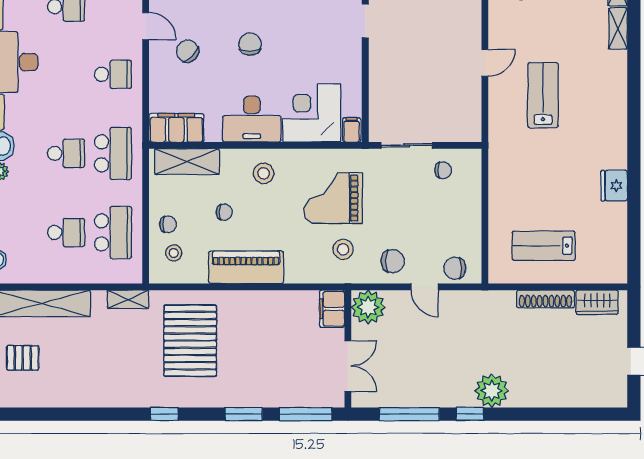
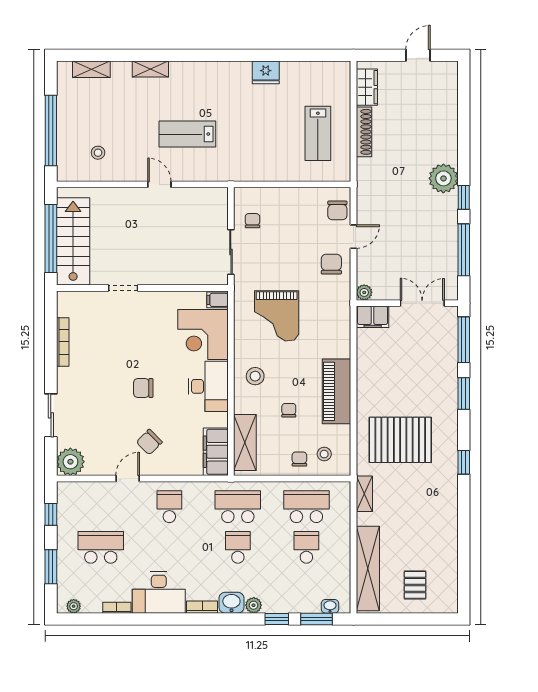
shelving: (618, 29) -> (150, 69), moved
stool: (343, 249) -> (321, 307), removed
plant: (368, 307) -> (364, 292), width x0.53, depth x0.53

